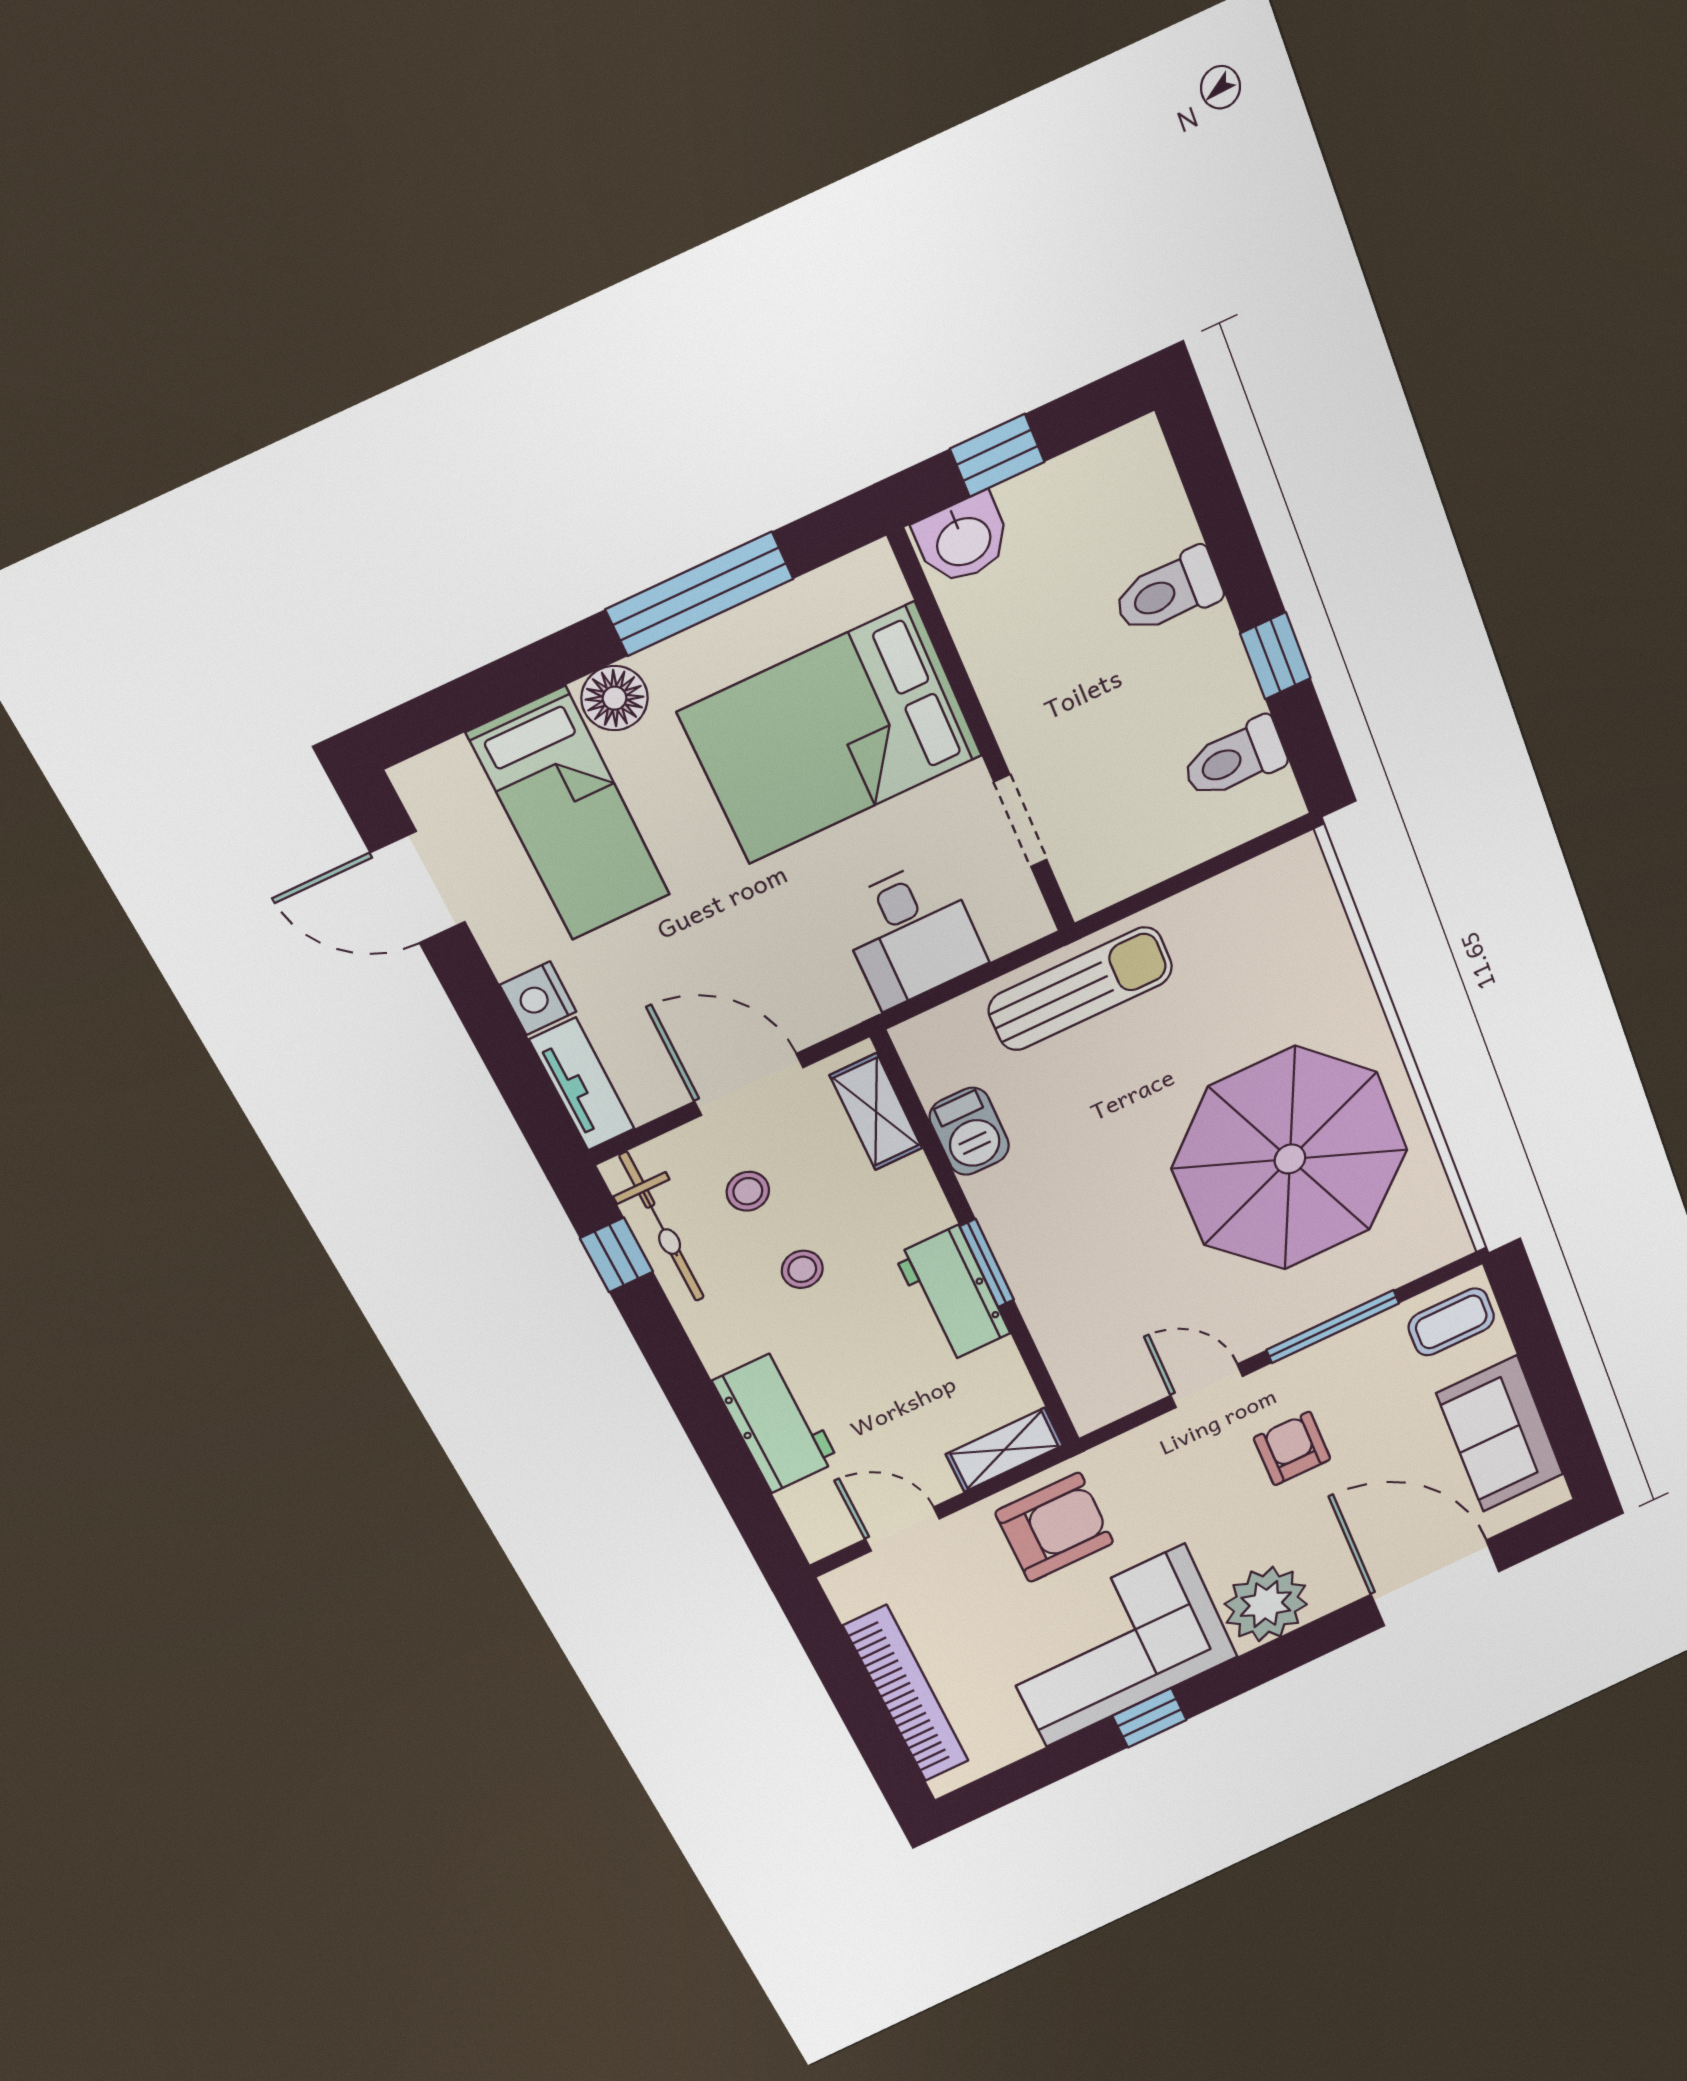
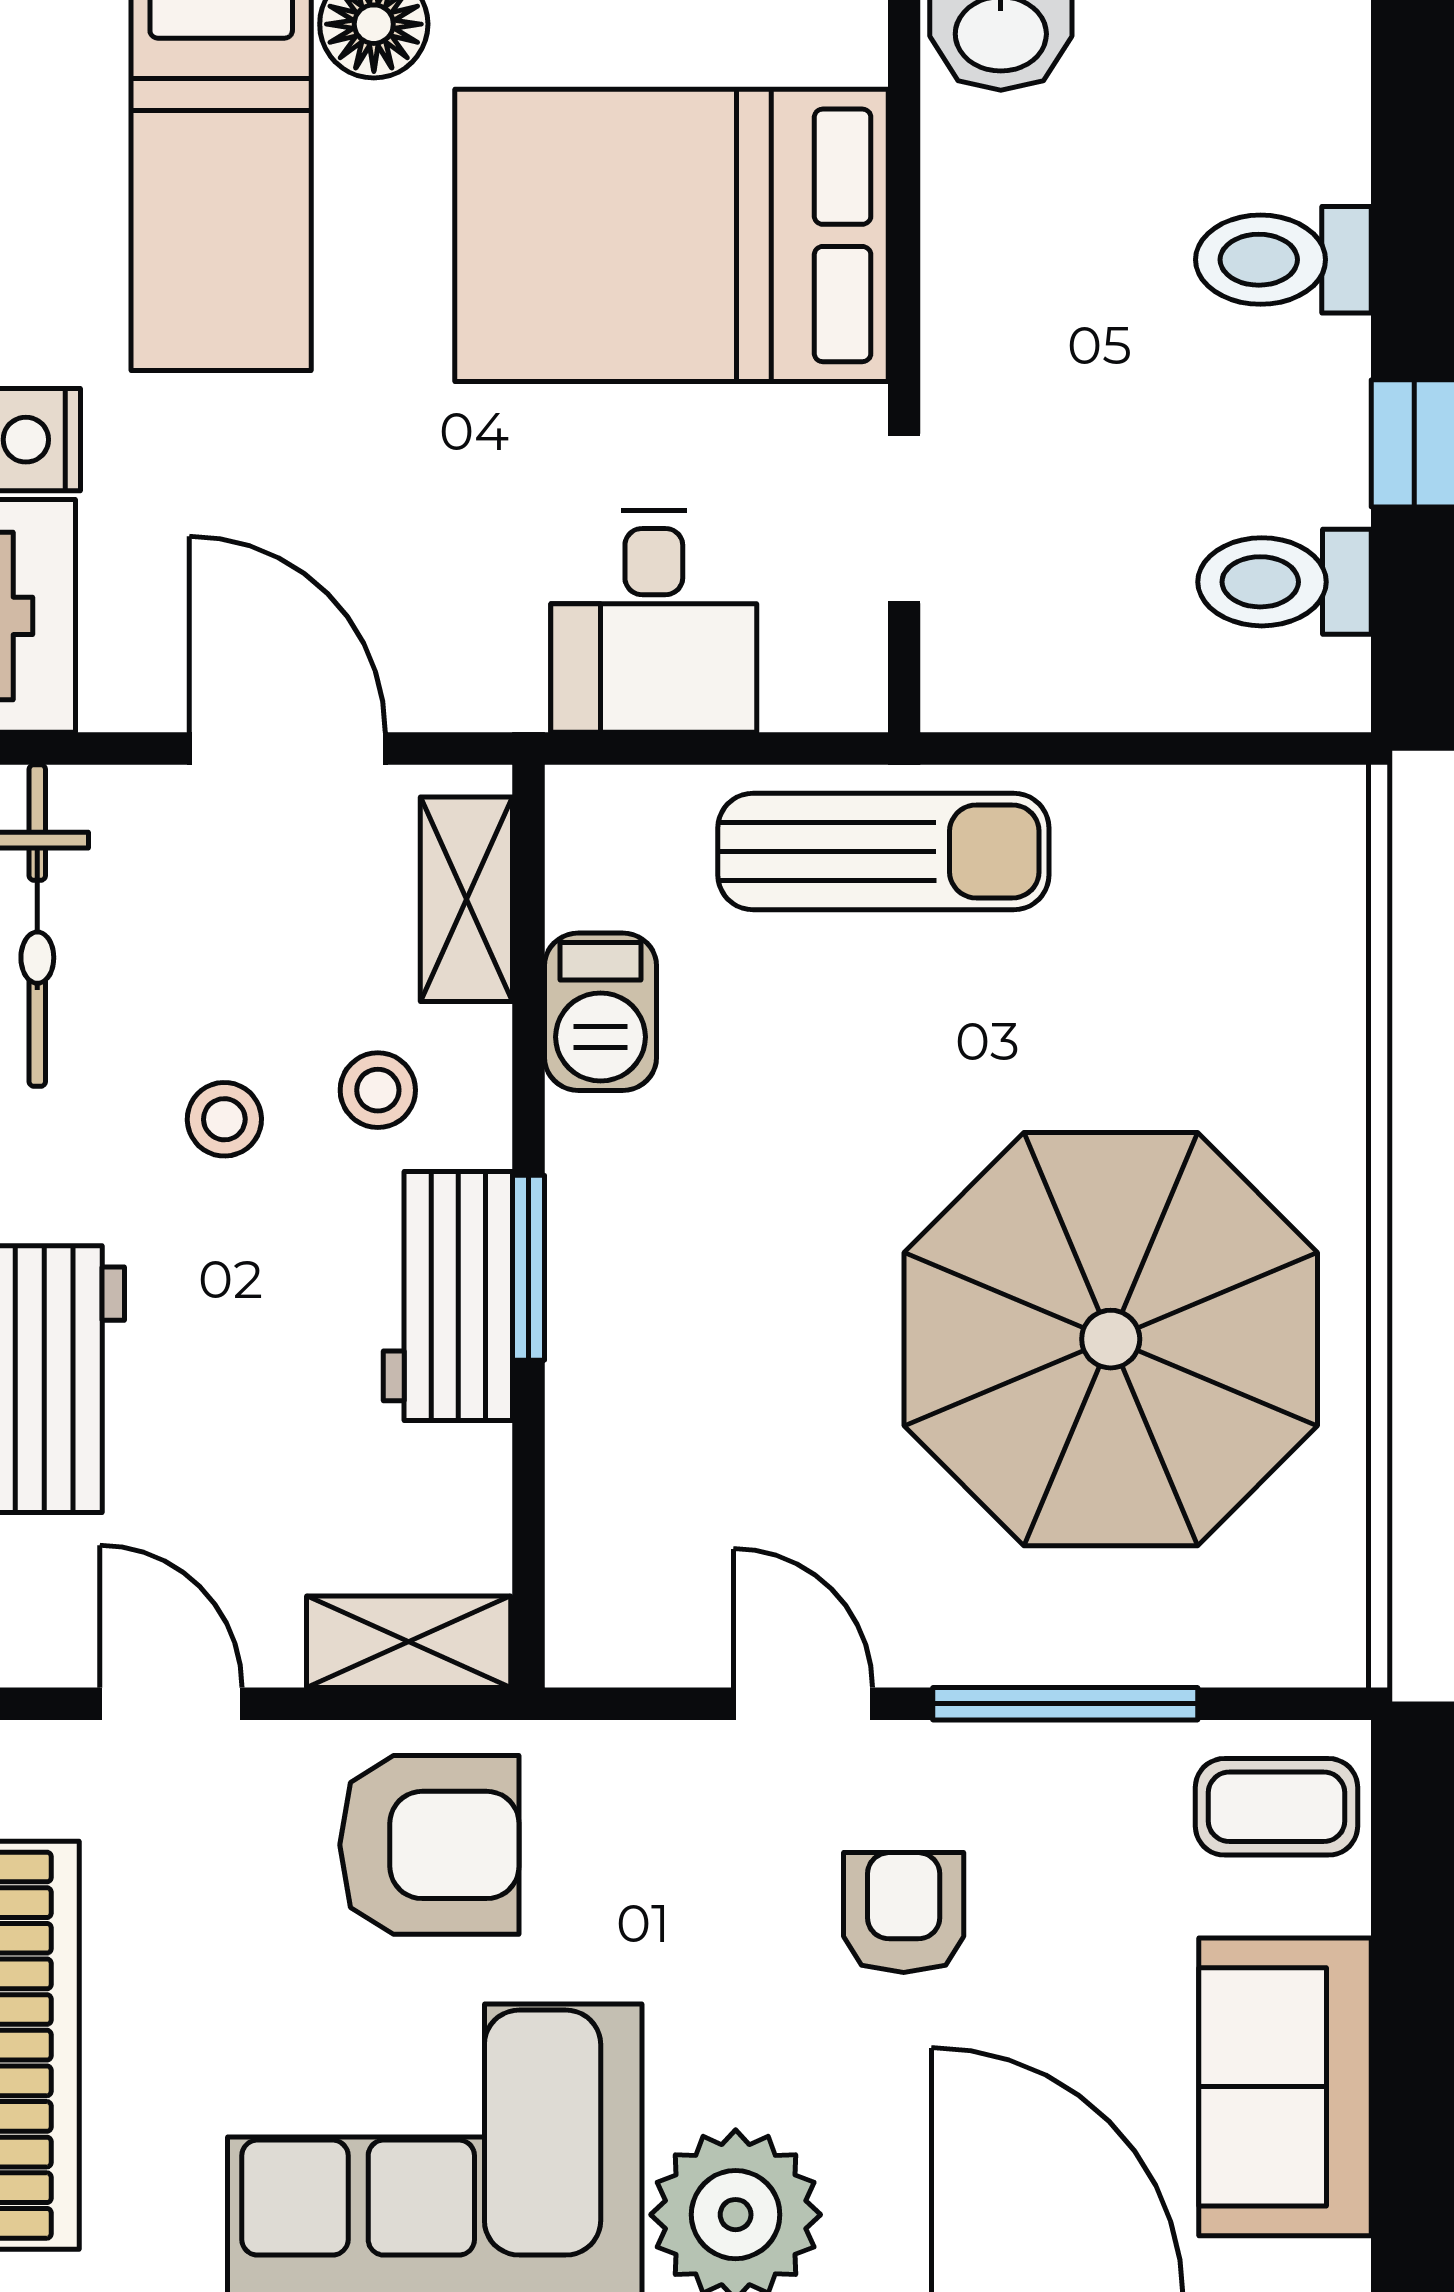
stool: (748, 1191) -> (378, 1090), moved

